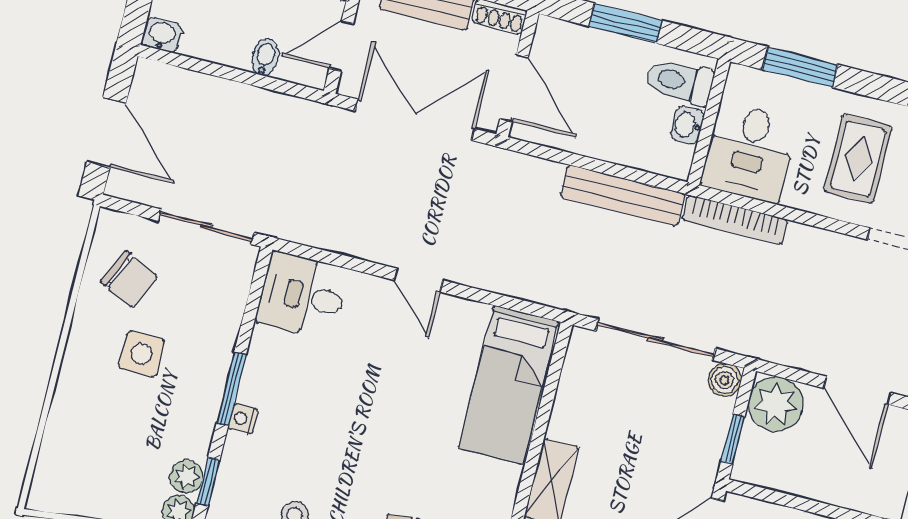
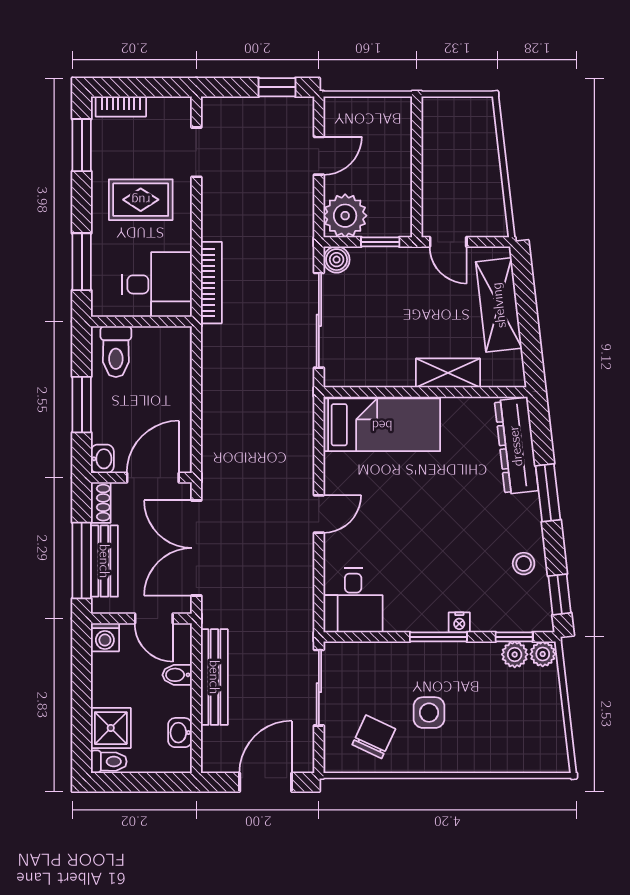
washbasin: (162, 35) -> (180, 733), moved
washbasin: (687, 125) -> (102, 459), moved, turned -90
bench: (622, 195) -> (214, 677), moved
door: (857, 390) -> (319, 156), width x0.73

